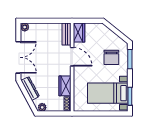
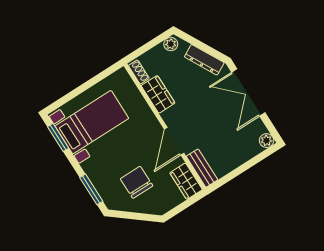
door: (72, 57) -> (174, 141), hinge flipped
chair: (111, 57) -> (137, 182), moved

